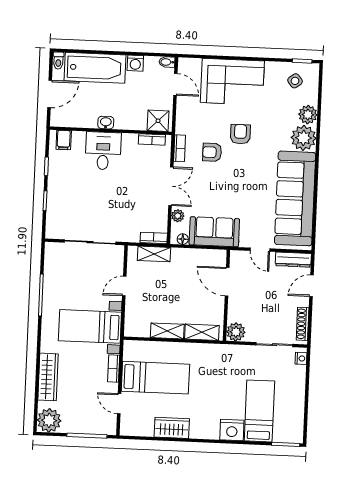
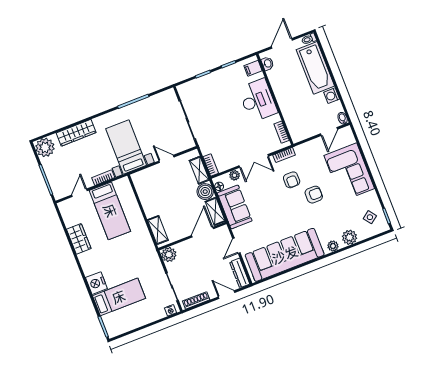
door: (50, 94) -> (282, 43), swing flipped
shower: (158, 121) -> (297, 131), removed
washbasin: (106, 123) -> (267, 63), moved
plant: (304, 138) -> (333, 246), width x0.53, depth x0.53
desk: (103, 151) -> (258, 100), width x1.37
armchair: (212, 152) -> (292, 180), turned 180
boiler: (182, 258) -> (205, 192), added
shelving: (167, 331) -> (215, 211), moved

